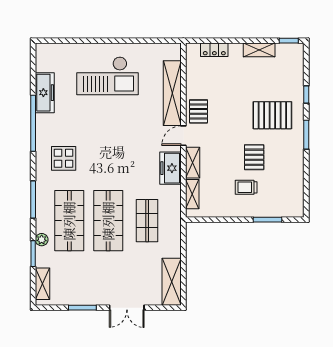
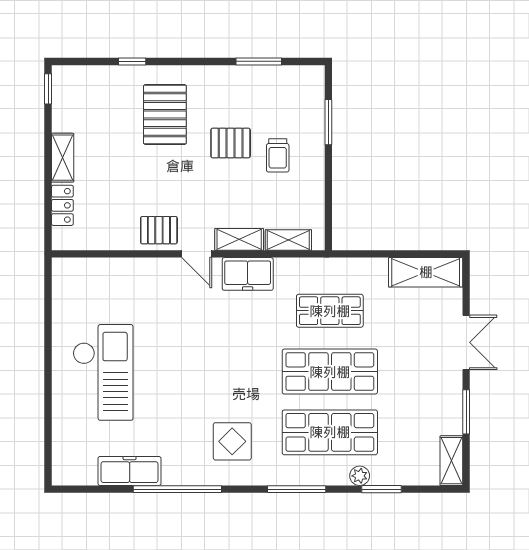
shelving: (259, 50) -> (63, 158), moved
shelving: (172, 93) -> (130, 271), removed
window: (306, 135) -> (259, 61), moved
shelving: (42, 284) -> (451, 461), moved, turned 90

